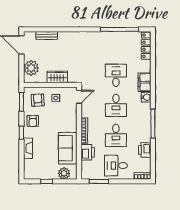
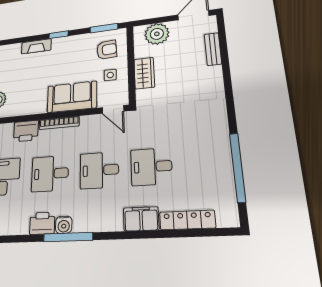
locker: (146, 46) -> (187, 220), moved
desk: (116, 75) -> (151, 167), turned 180
water cooler: (146, 97) -> (64, 225), moved
armchair: (33, 121) -> (75, 47), removed
sofa: (68, 148) -> (72, 97), moved
printer: (145, 150) -> (42, 223), moved

